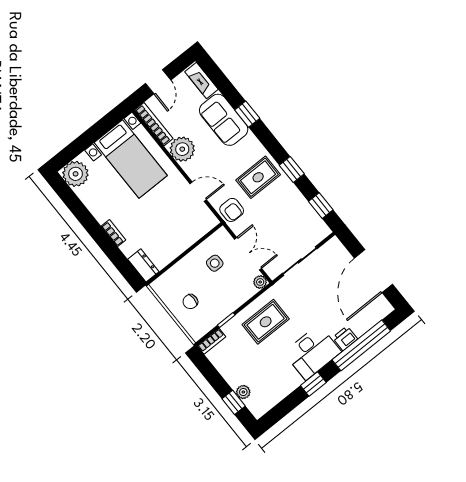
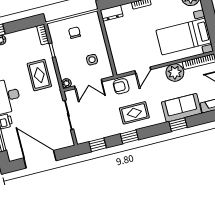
rug: (258, 177) -> (134, 113), turned 90

